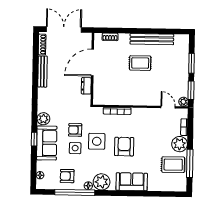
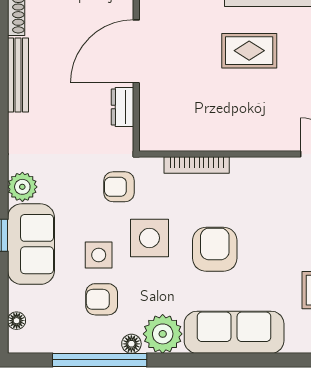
armchair: (75, 130) -> (119, 187), moved
armchair: (67, 176) -> (102, 299), moved
sofa: (132, 182) -> (234, 332), width x1.36

